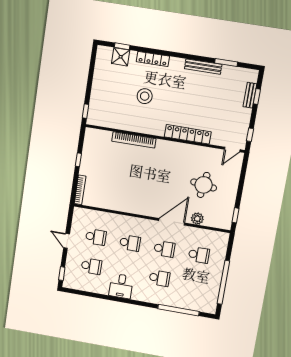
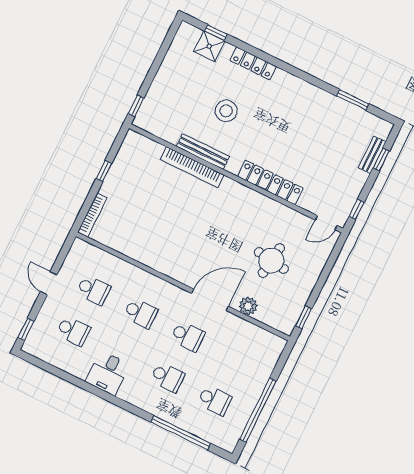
bench: (203, 67) -> (203, 151), moved
school desk: (199, 255) -> (215, 400), moved

